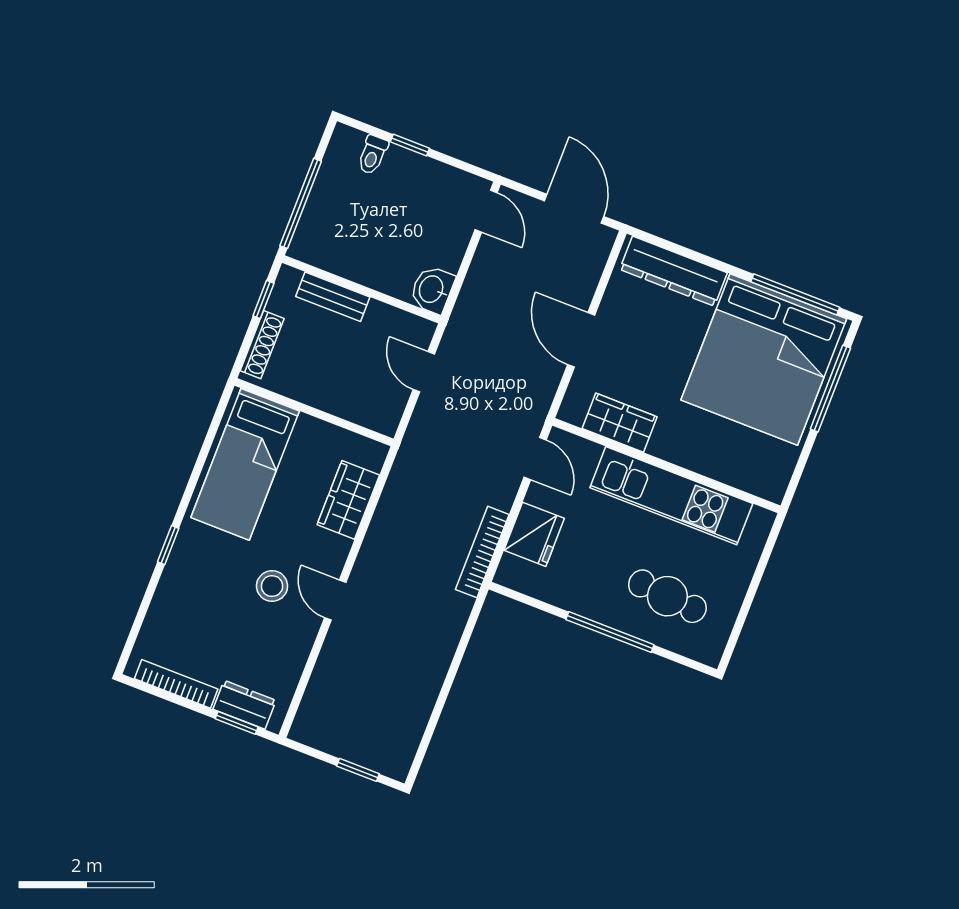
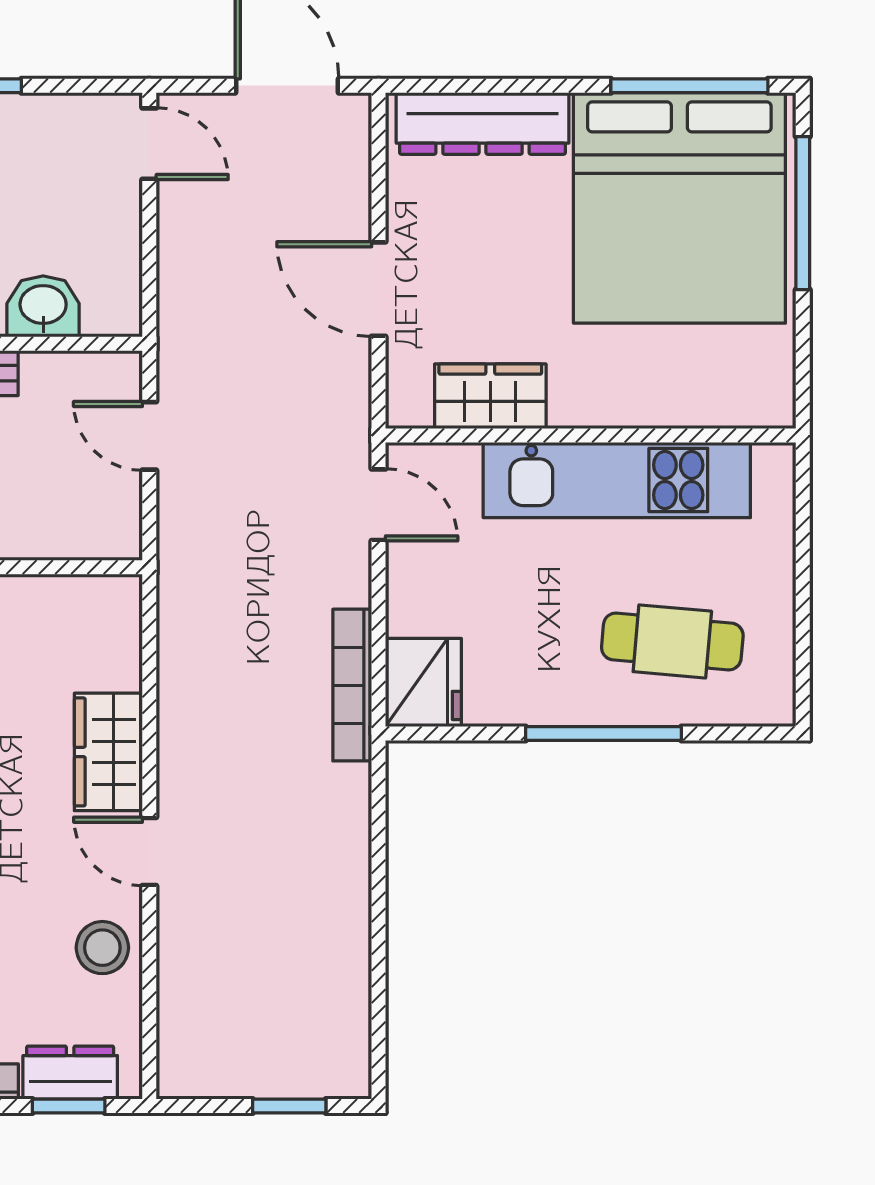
washbasin: (432, 290) -> (43, 306), moved, turned 90
wardrobe: (348, 500) -> (108, 752), moved
fridge: (534, 534) -> (423, 683), moved
stool: (272, 586) -> (102, 948), moved

